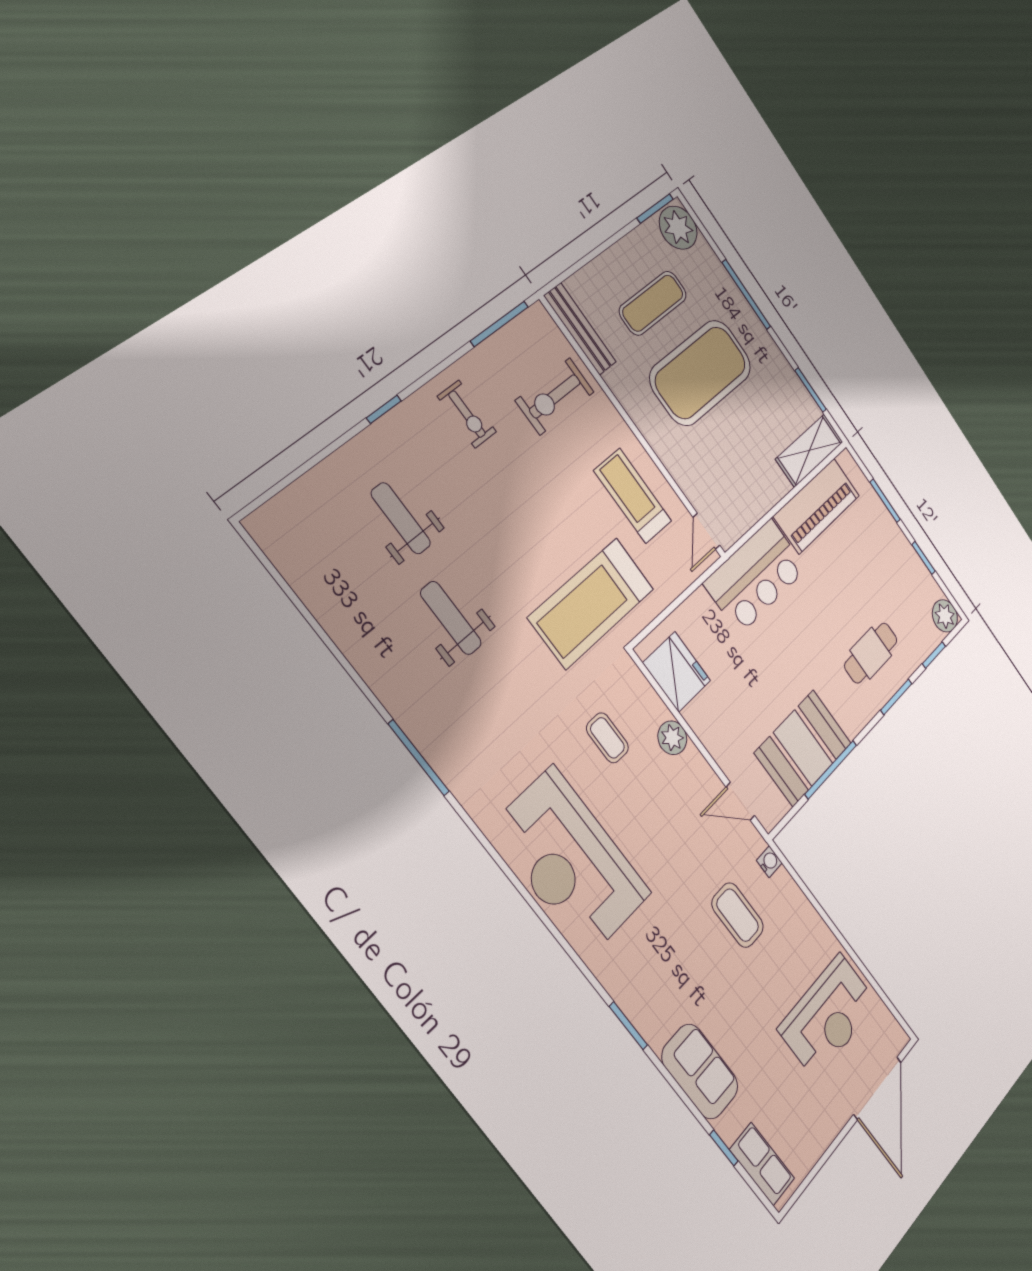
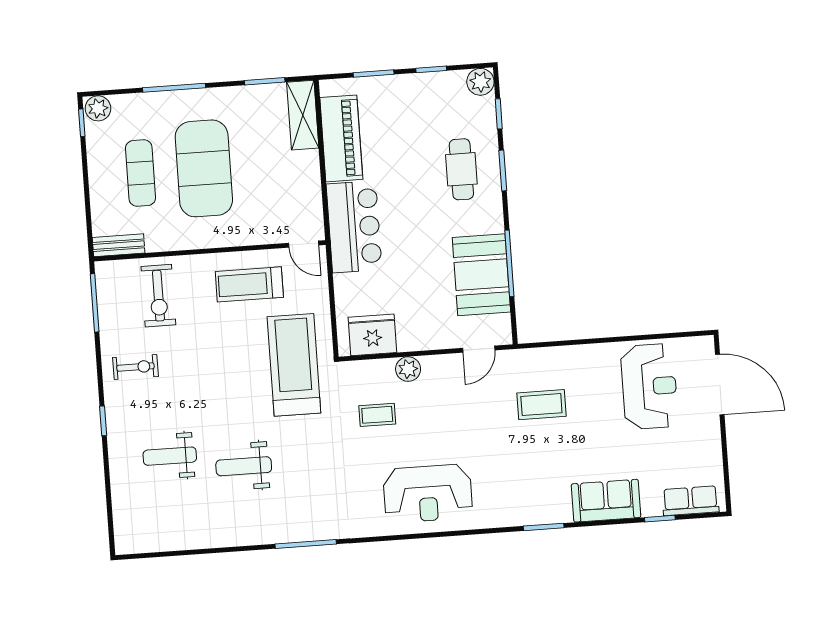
window: (655, 209) -> (82, 123), width x0.67
plant: (678, 228) -> (98, 108), width x0.73, depth x0.73
bench: (580, 329) -> (119, 245), width x0.73
treadmill: (592, 603) -> (294, 365), turned 180
reception desk: (571, 862) -> (428, 493), width x0.74, depth x0.77
water cooler: (769, 862) -> (529, 356), removed

